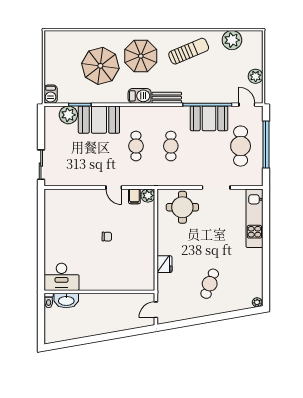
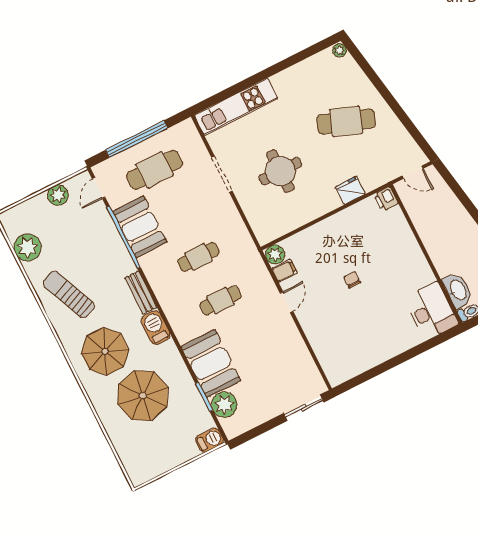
round table: (182, 207) -> (280, 171), moved
printer: (148, 284) -> (386, 199), added
cafe table: (210, 284) -> (346, 121), width x1.37, depth x1.35

